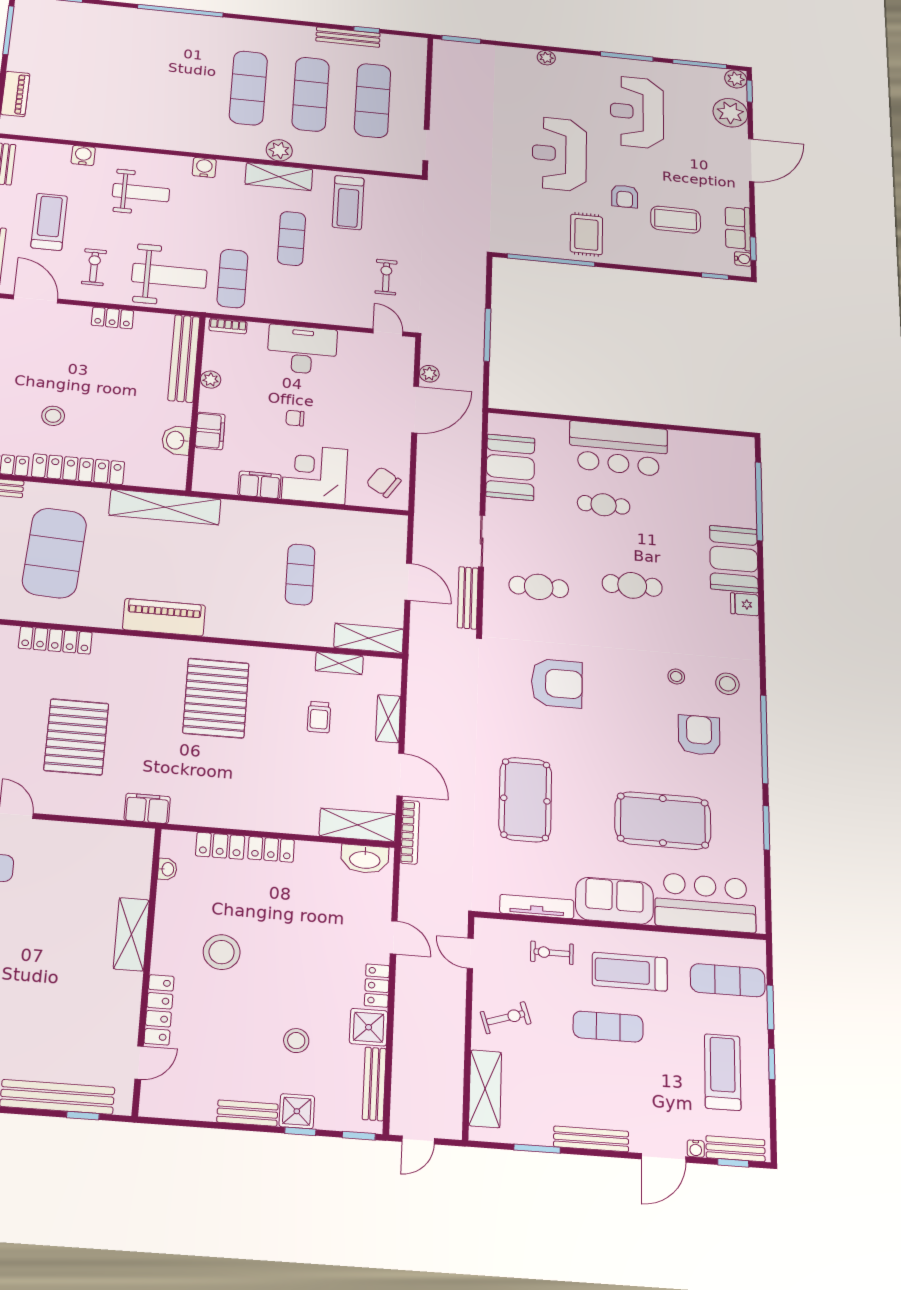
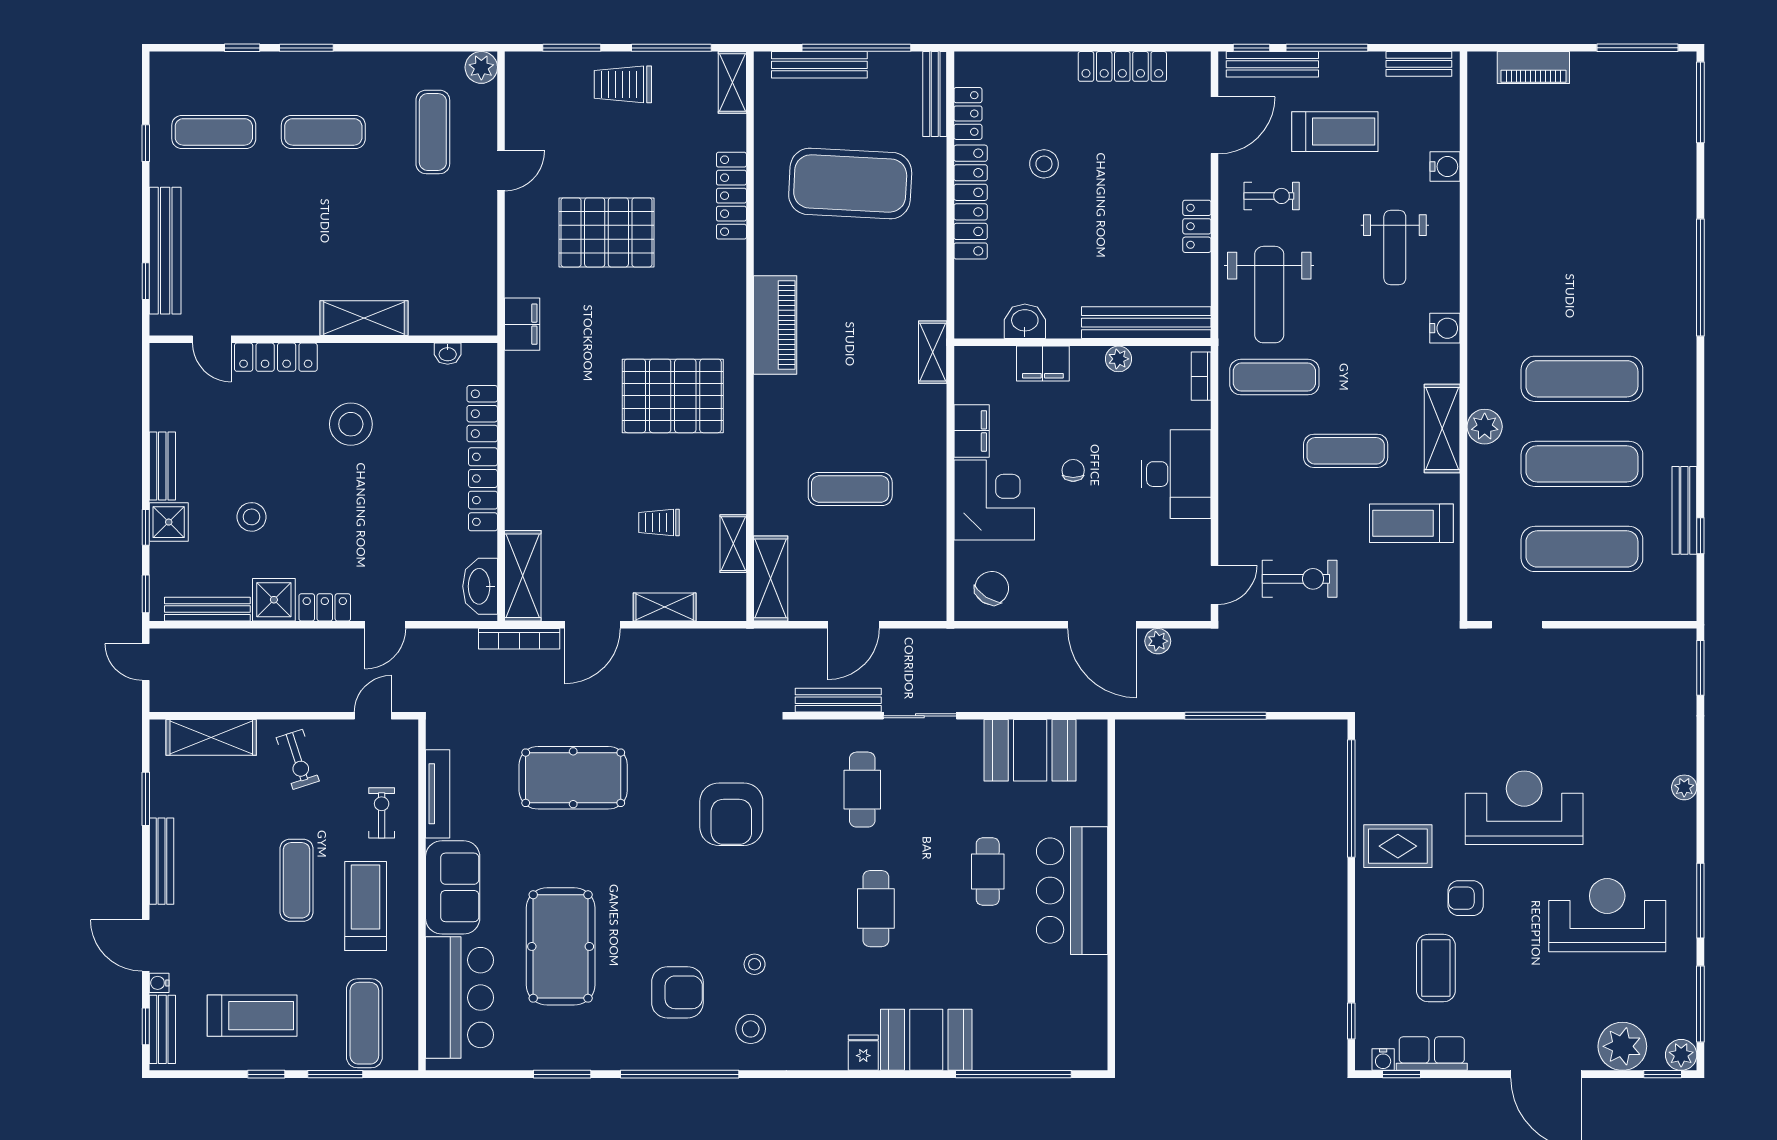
exercise bike: (386, 277) -> (1300, 579), width x1.38, depth x1.39
shelving: (165, 507) -> (933, 352), width x0.45, depth x0.75
locker: (271, 849) -> (483, 489), width x1.53

